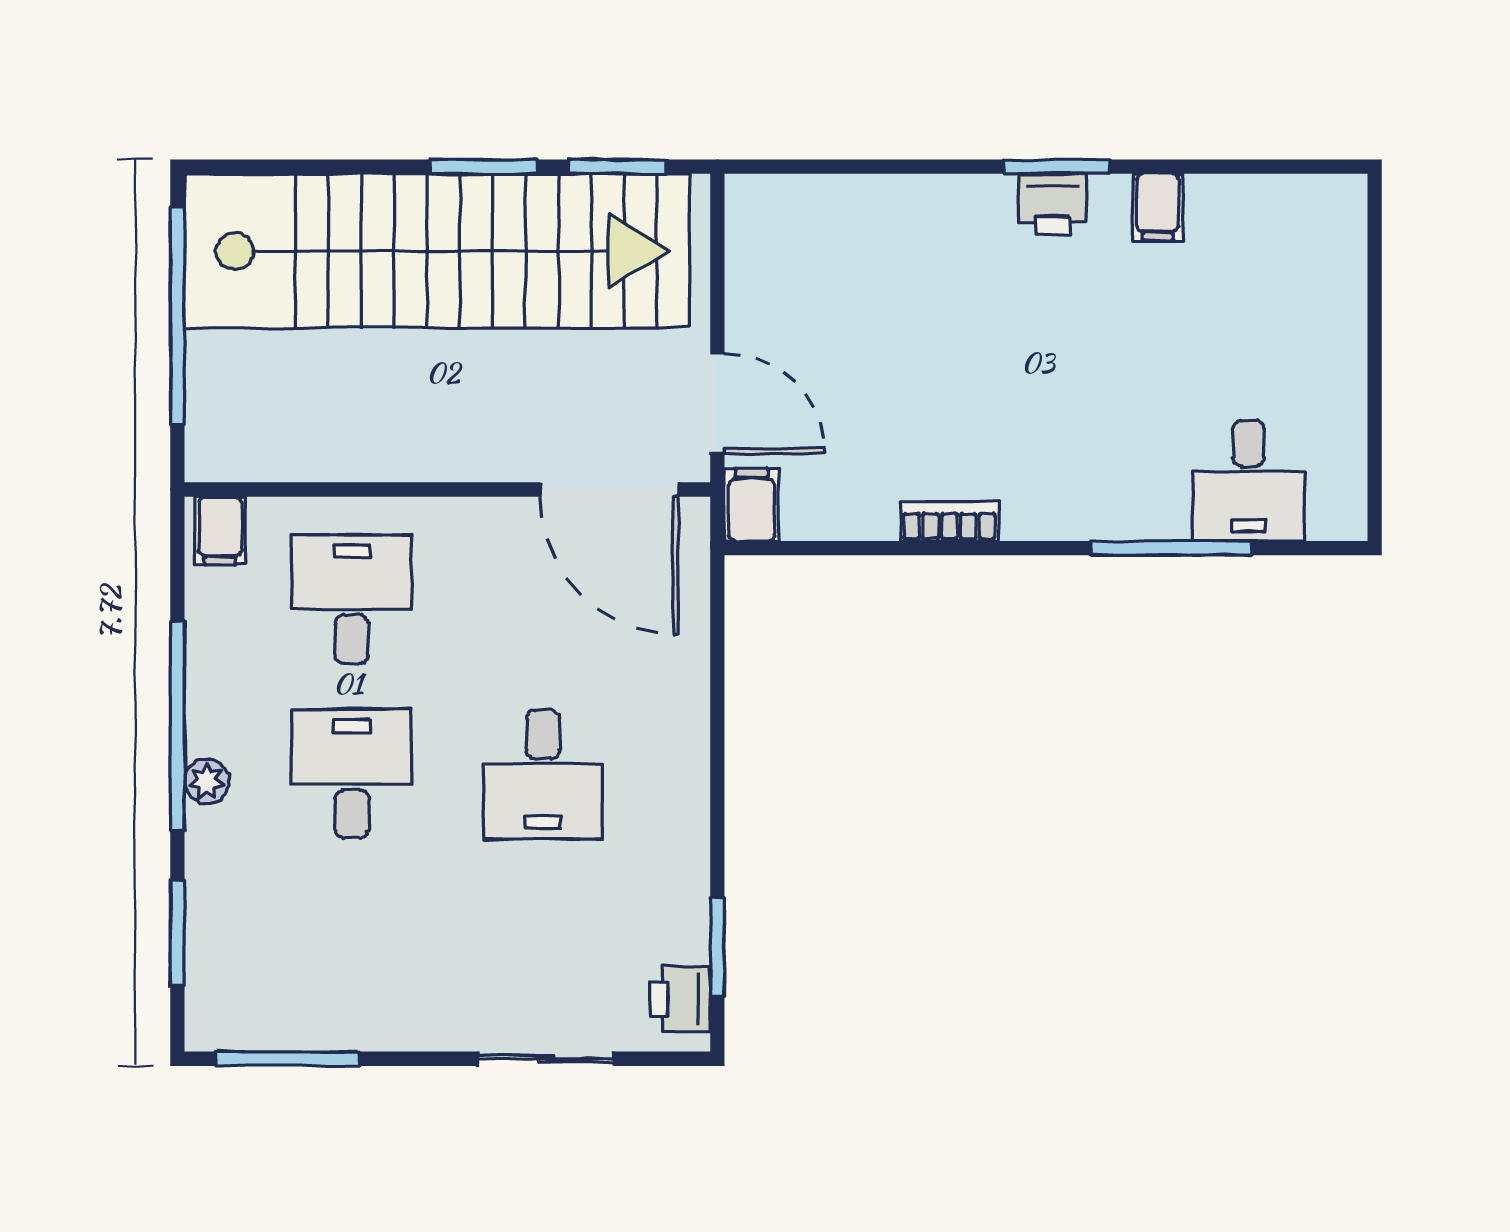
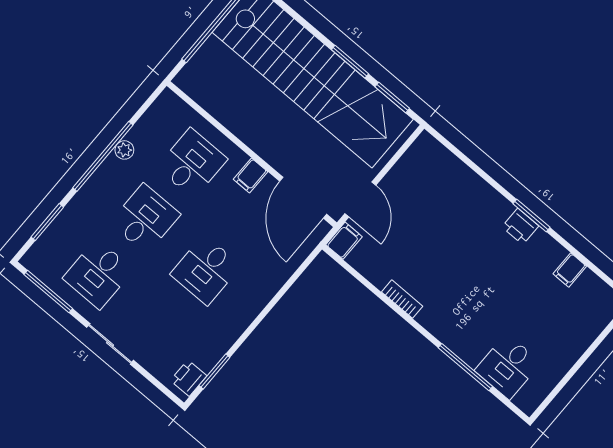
filing cabinet: (1158, 207) -> (570, 270), moved
filing cabinet: (220, 531) -> (251, 175), moved
plant: (207, 781) -> (124, 150), moved
desk: (352, 949) -> (98, 274), added
sliding door: (546, 1059) -> (110, 344), moved

